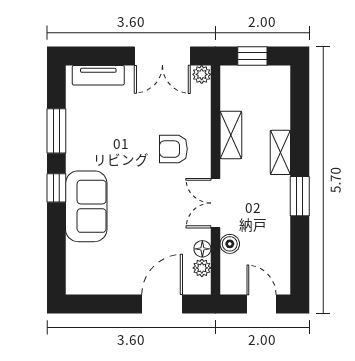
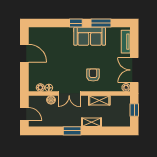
double door: (215, 203) -> (69, 94), swing flipped
sofa: (86, 206) -> (90, 36), moved
door: (162, 304) -> (24, 53), moved
door: (262, 304) -> (24, 114), hinge flipped

